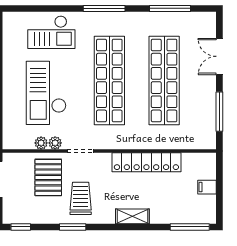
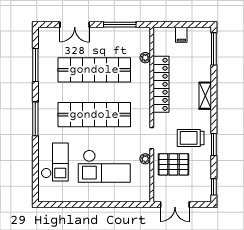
plant: (41, 143) -> (145, 58), moved

